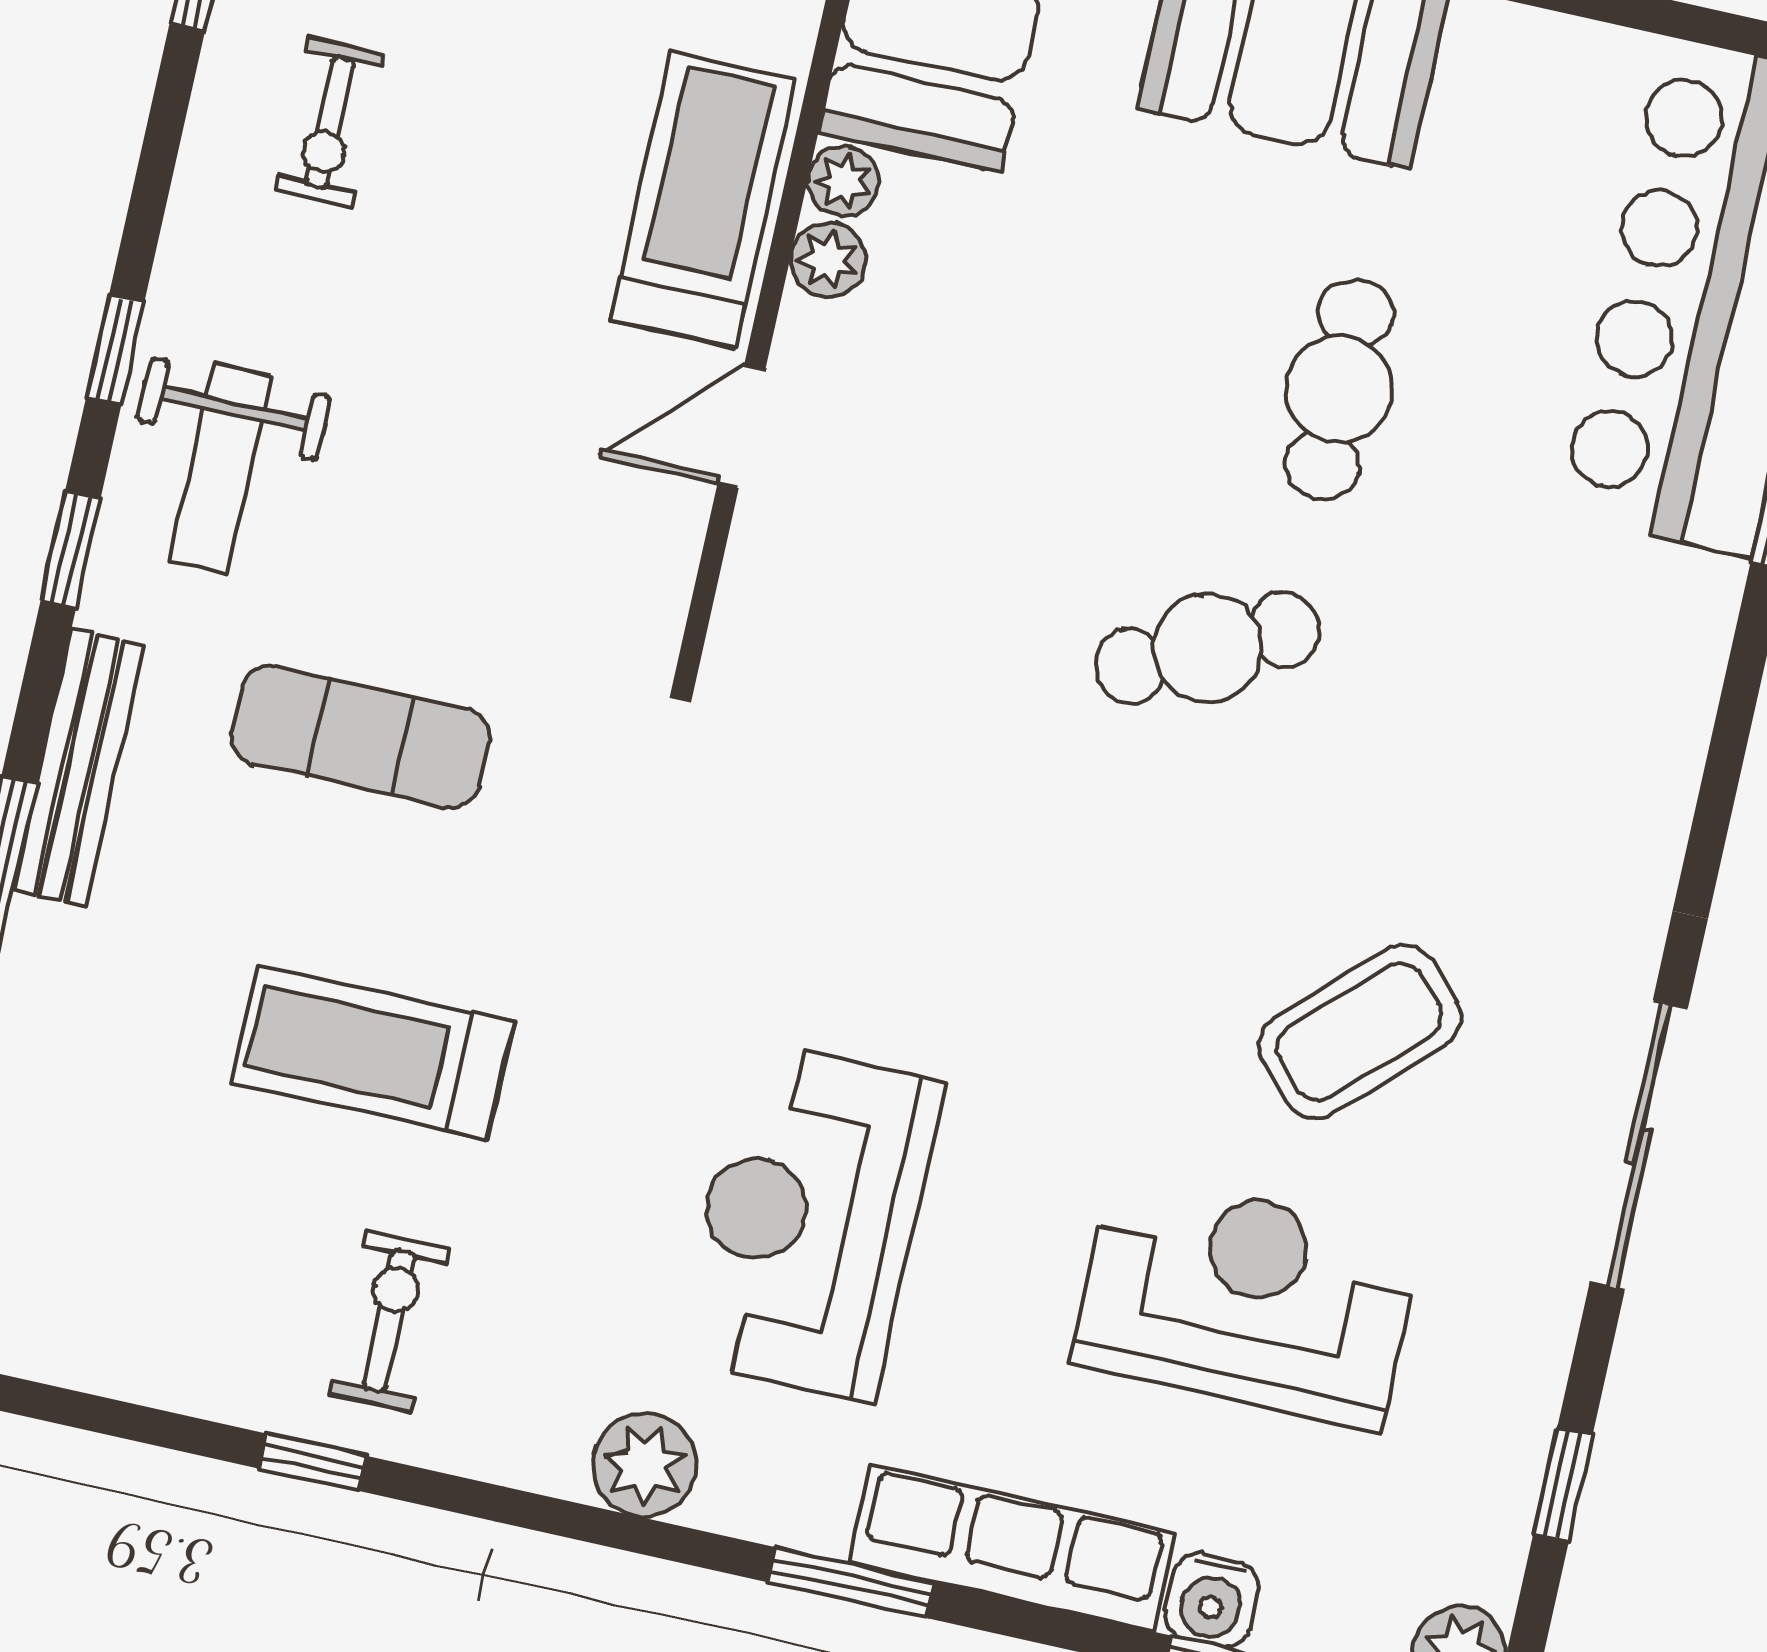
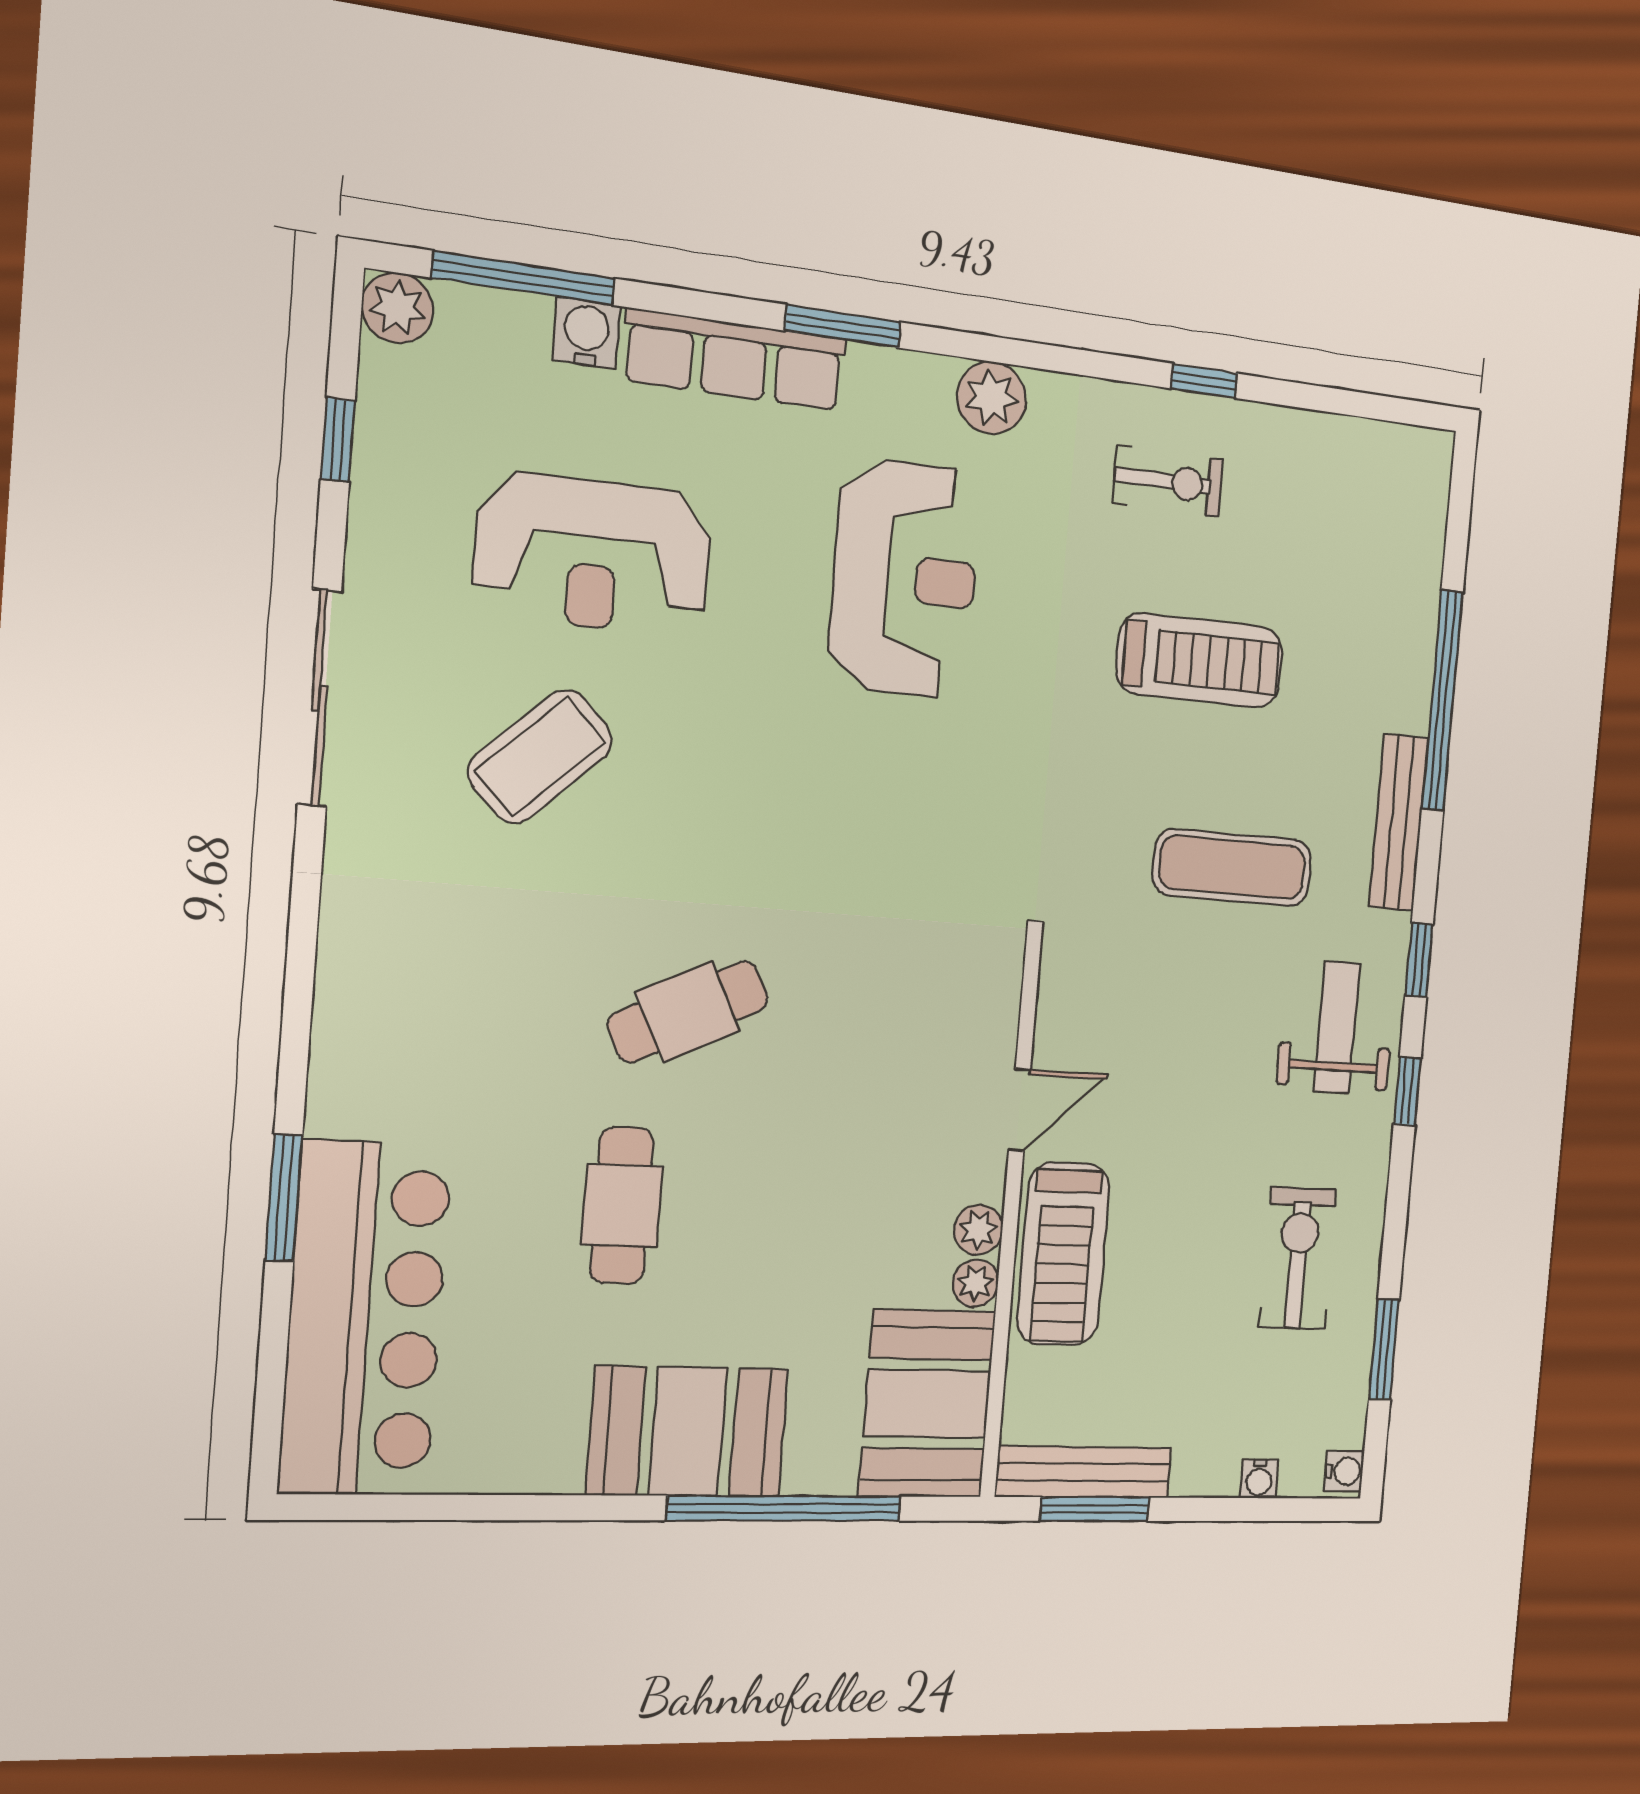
exercise bike: (330, 123) -> (1298, 1258), width x1.38, depth x1.39
exercise bike: (389, 1321) -> (1168, 481), turned -90

